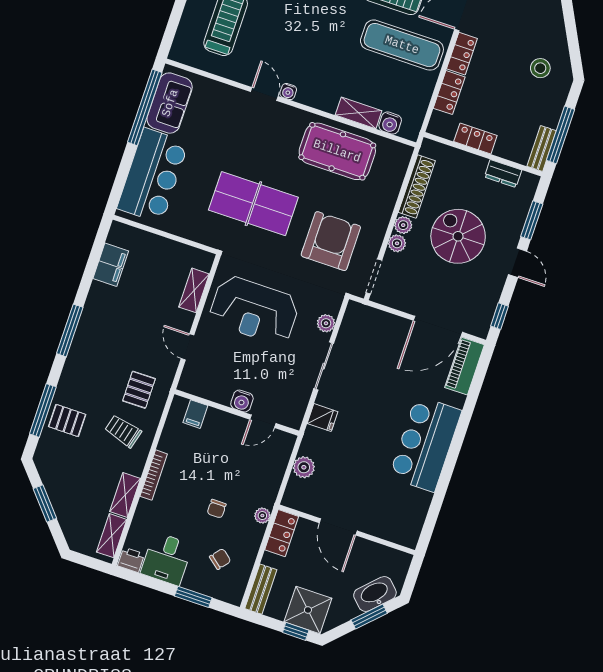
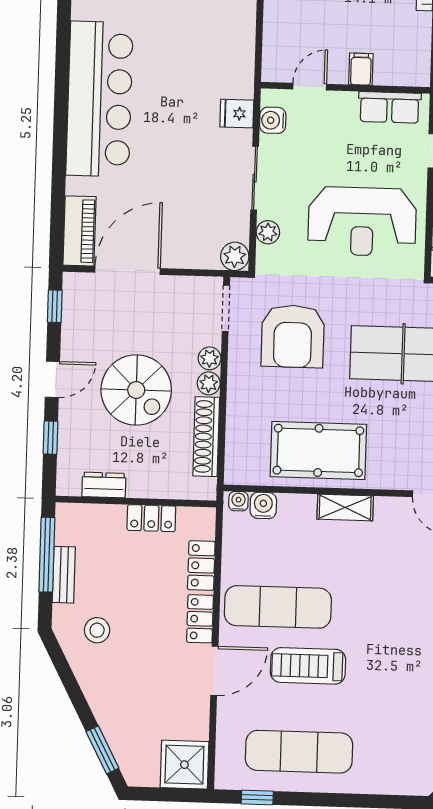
water cooler: (288, 92) -> (238, 501), moved
shelving: (359, 113) -> (345, 507), moved
bench: (542, 148) -> (64, 575), moved
window: (532, 220) -> (51, 438), width x0.67
door: (517, 263) -> (52, 379), swing flipped
reception desk: (254, 310) -> (362, 221), turned 180
row of seats: (209, 388) -> (390, 107), added
water cooler: (242, 401) -> (273, 120), moved, turned -90
filing cabinet: (195, 414) -> (361, 69), moved
bar counter: (425, 444) -> (100, 99), width x1.36
plant: (304, 467) -> (235, 256), moved

